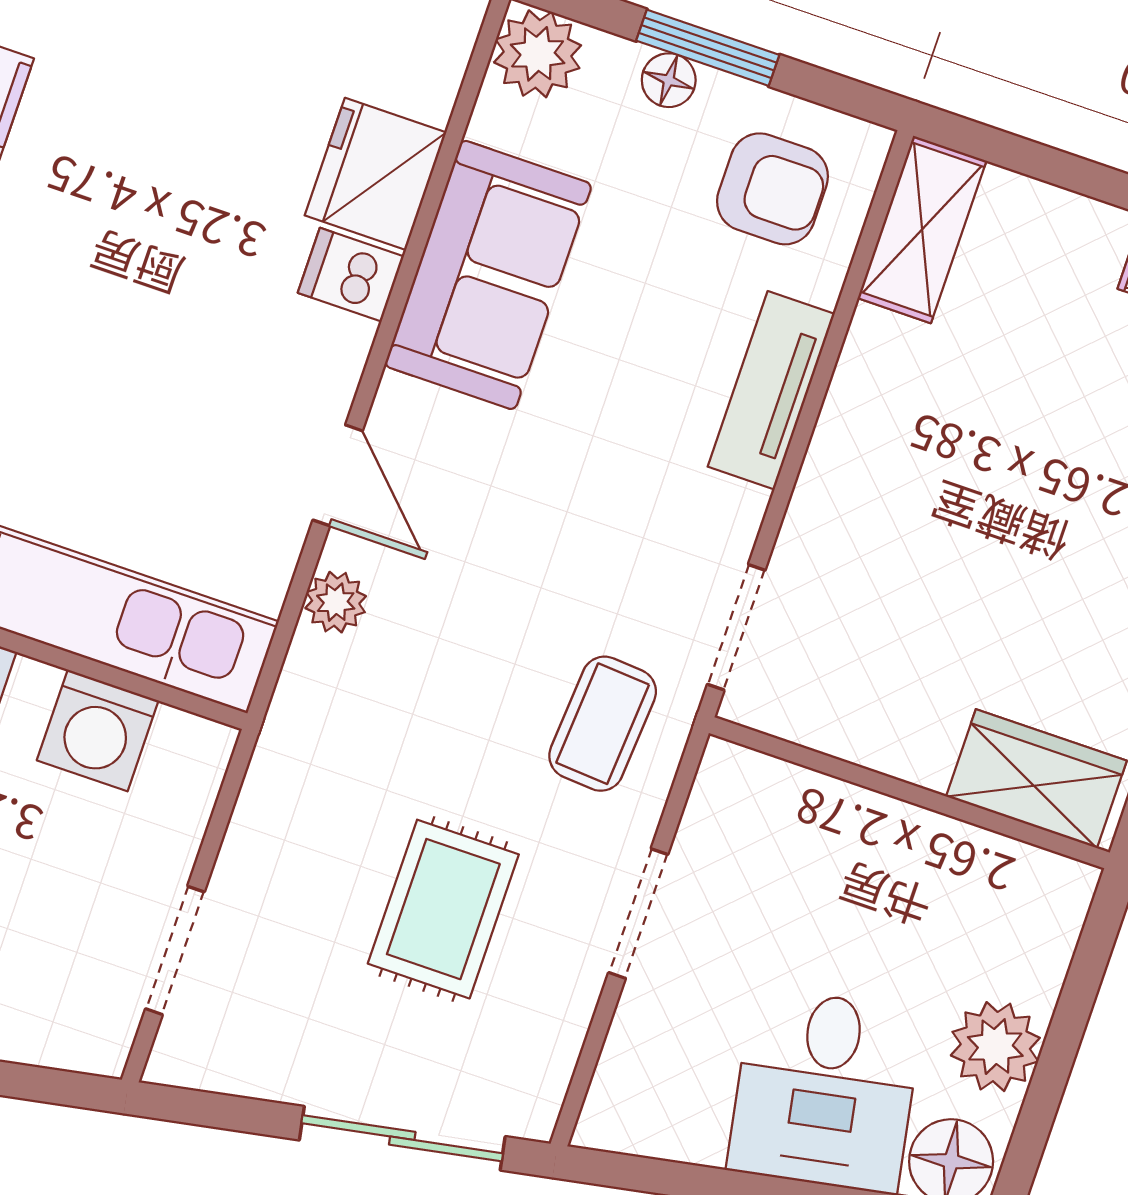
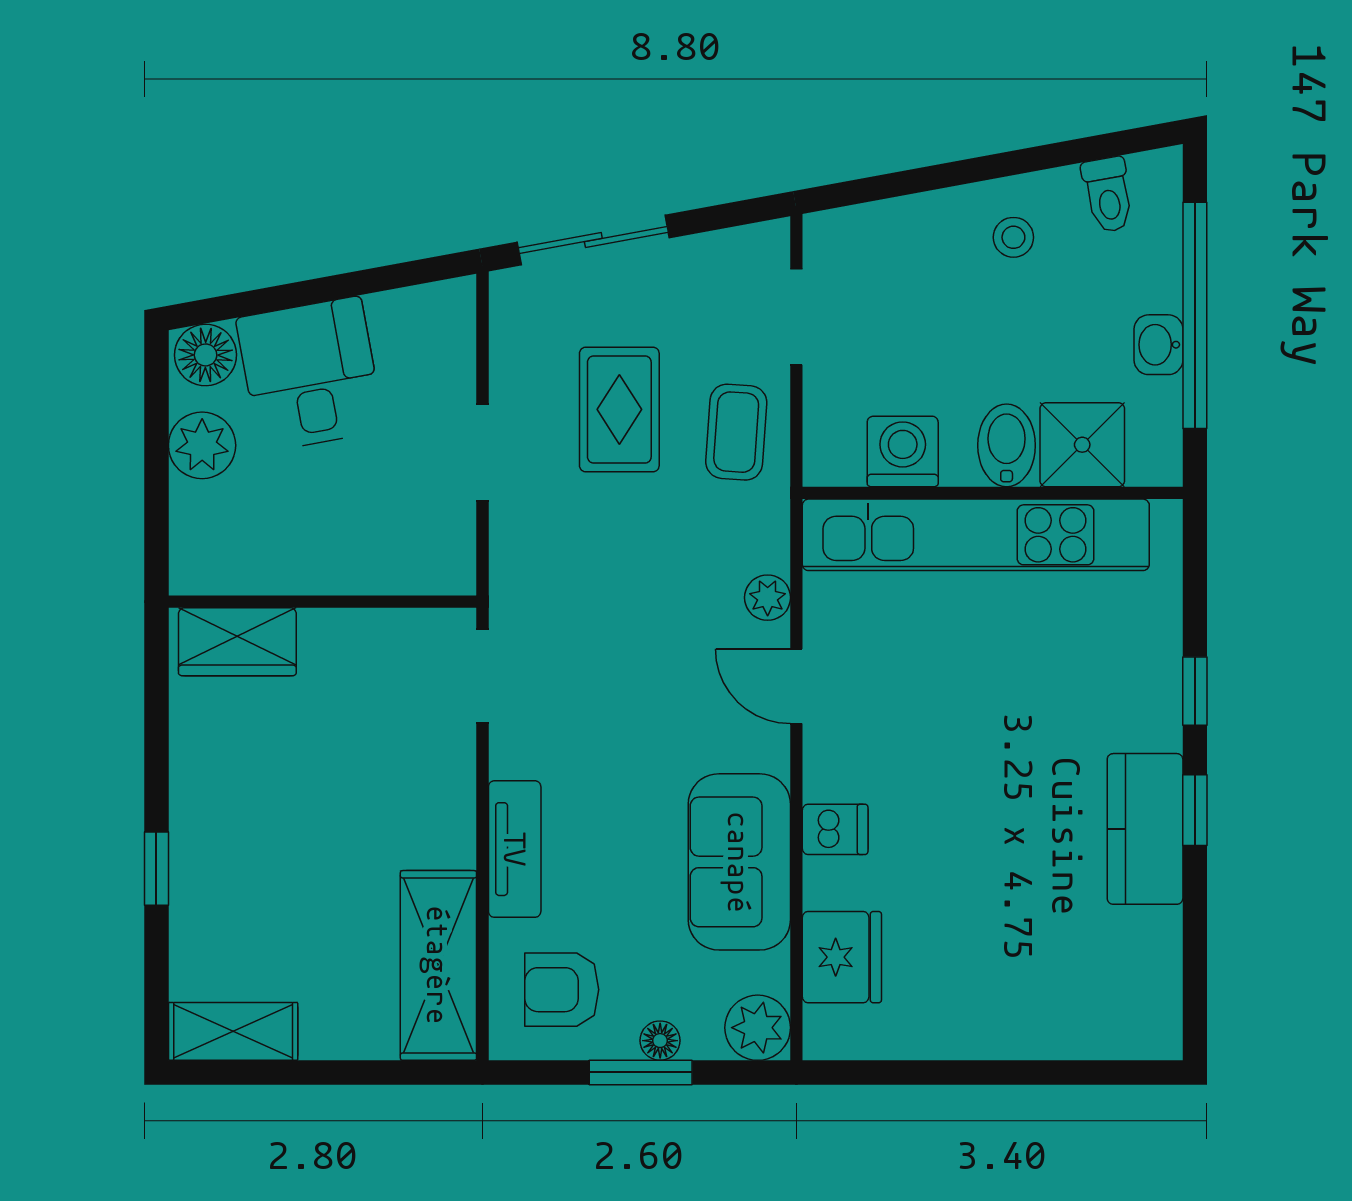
fridge: (375, 174) -> (842, 957), moved
shelving: (922, 229) -> (438, 965), width x1.50, depth x1.33
coffee table: (603, 724) -> (736, 432), moved

